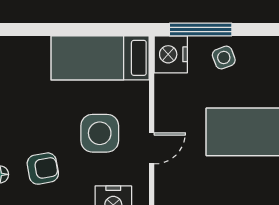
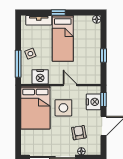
nightstand: (171, 54) -> (40, 77), moved
bed: (100, 58) -> (35, 108), width x1.50

